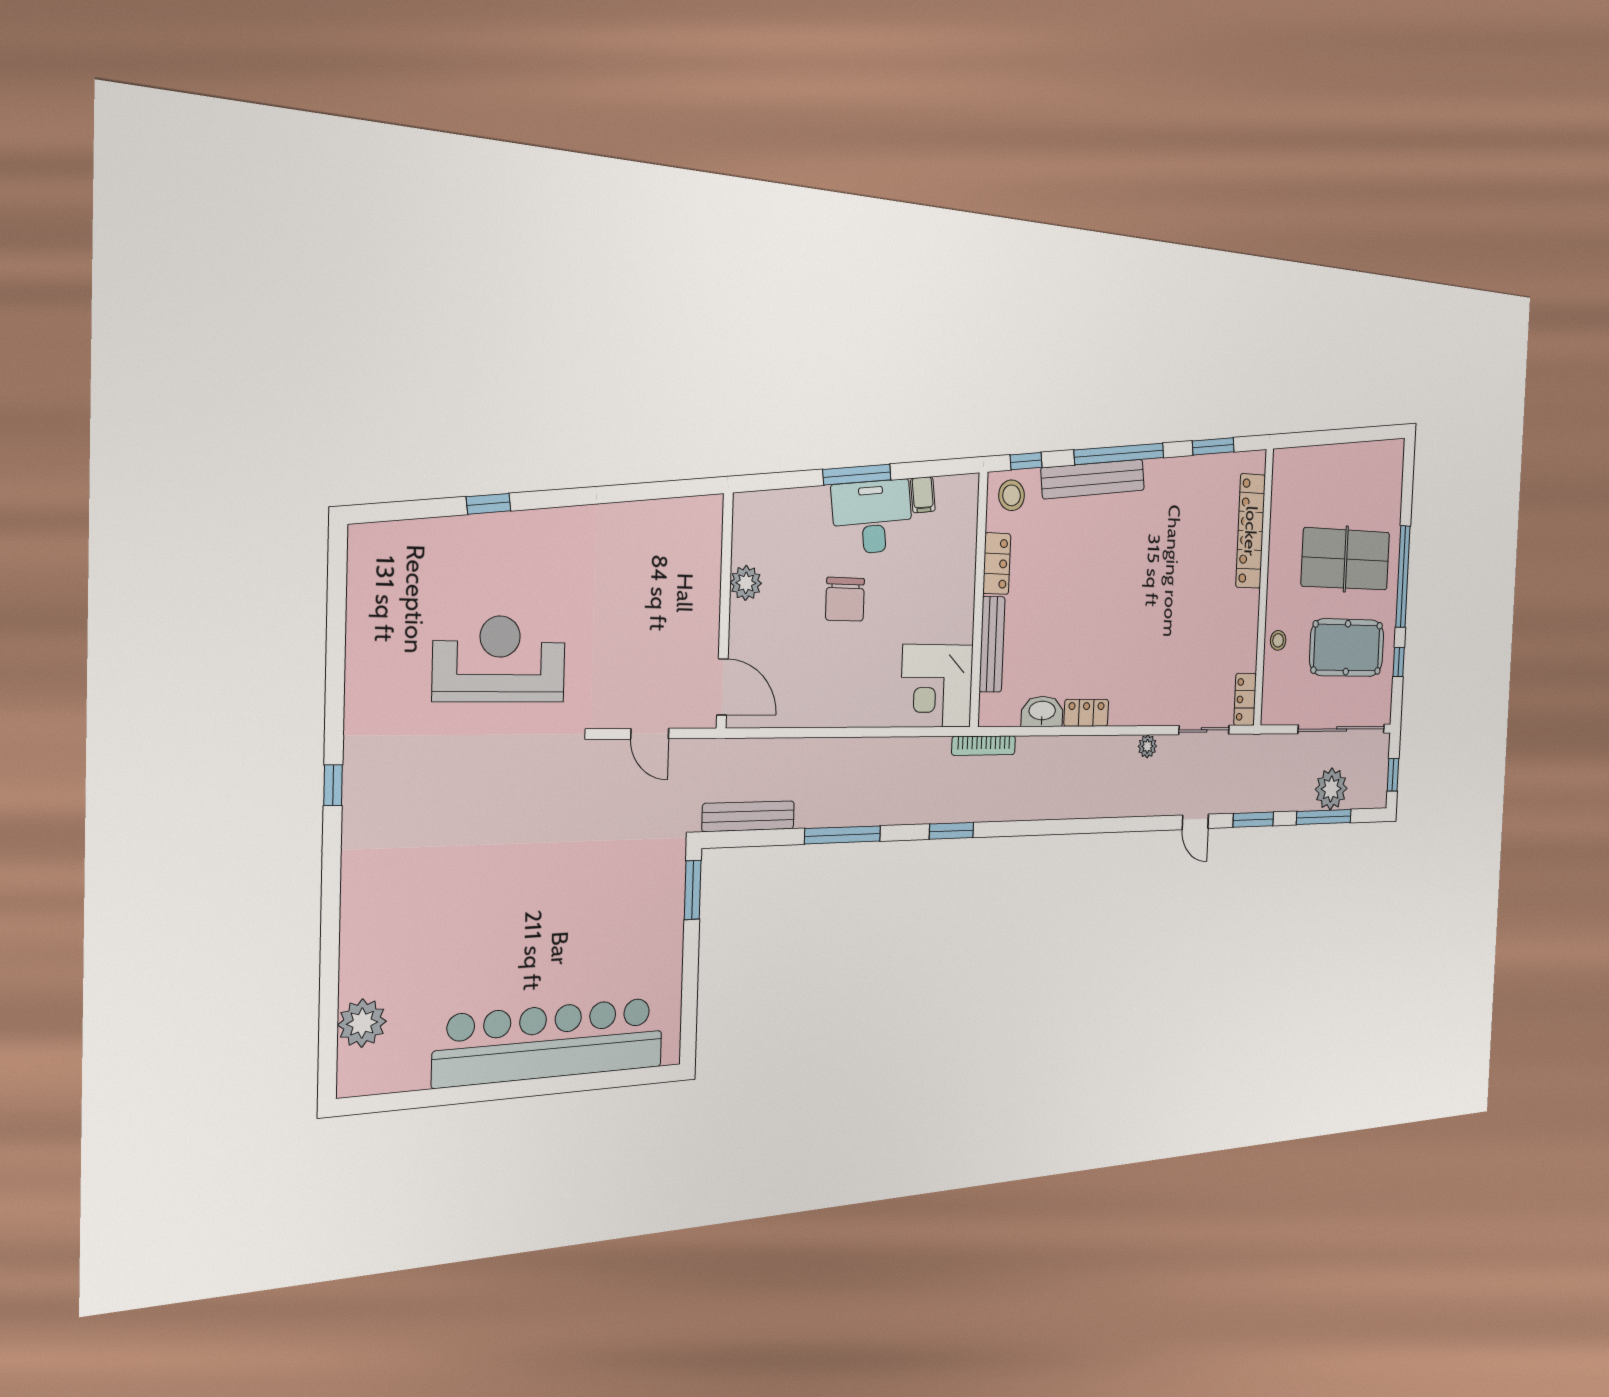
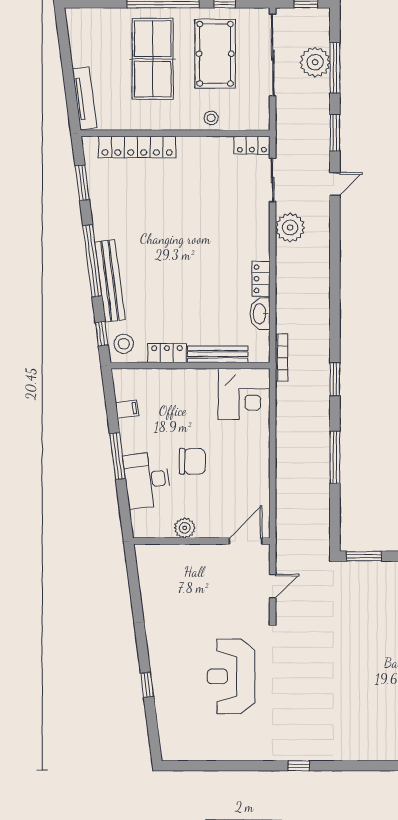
tv unit: (1308, 458) -> (85, 98), added
desk: (873, 517) -> (147, 480), moved
plant: (1147, 746) -> (290, 228), width x1.88, depth x1.88
bench: (748, 816) -> (322, 521), removed

